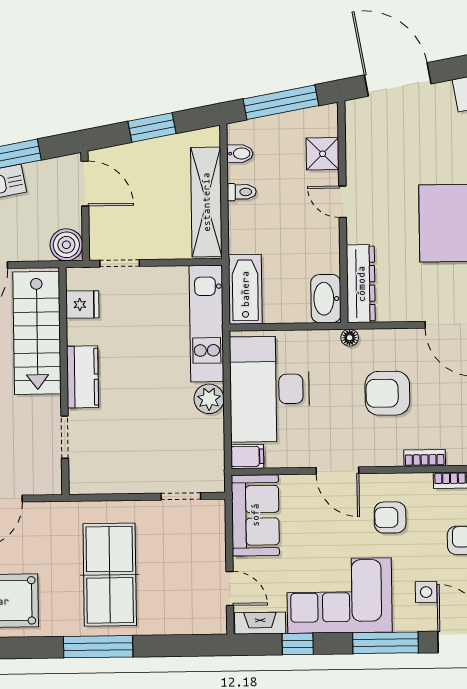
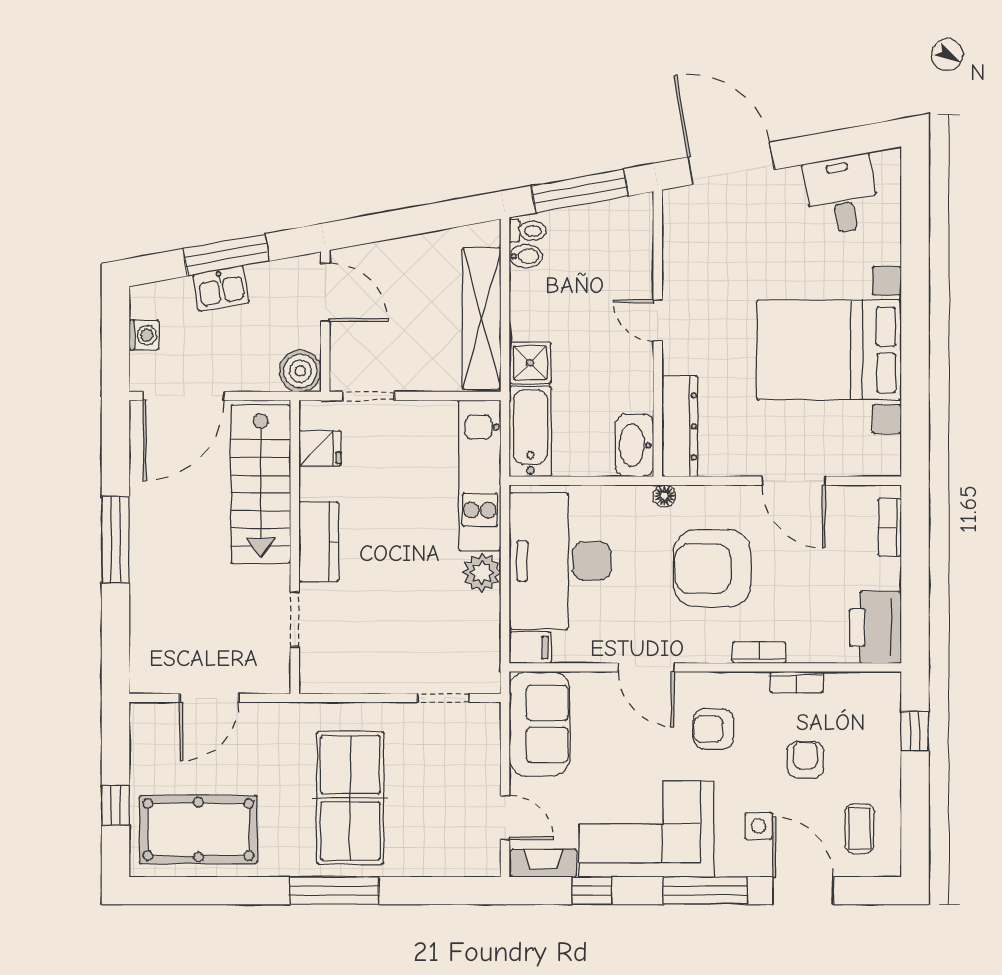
window: (152, 127) -> (413, 221), removed
shower: (323, 154) -> (530, 363), moved
toilet: (242, 192) -> (528, 231), moved
armchair: (387, 393) -> (712, 568), width x1.36, depth x1.36

